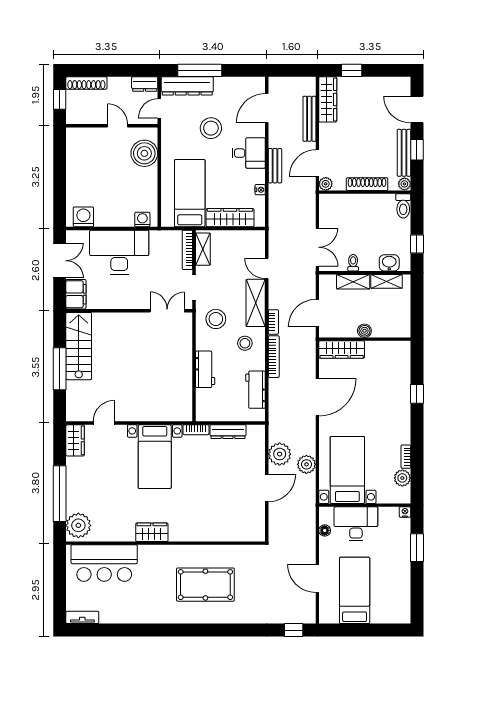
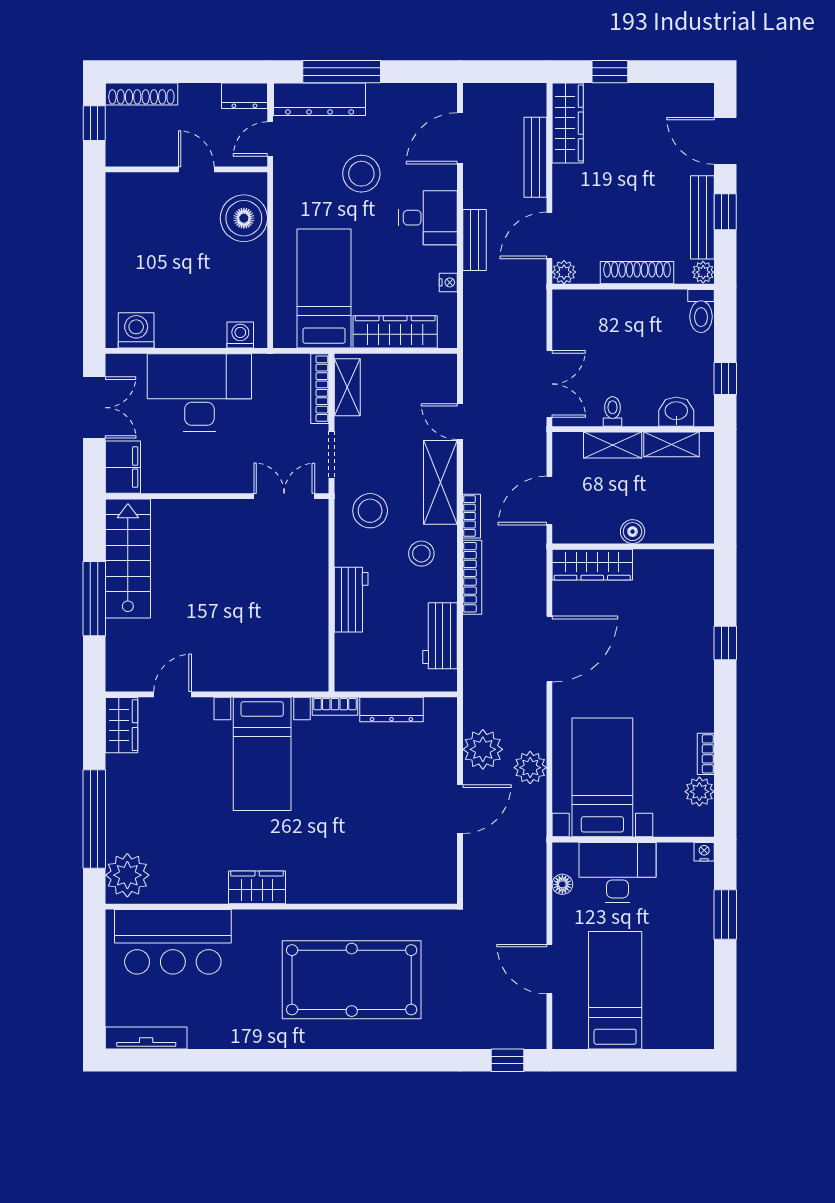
pool table: (205, 585) -> (352, 980), width x1.36, depth x1.32
tv unit: (82, 617) -> (146, 1038), width x1.41

